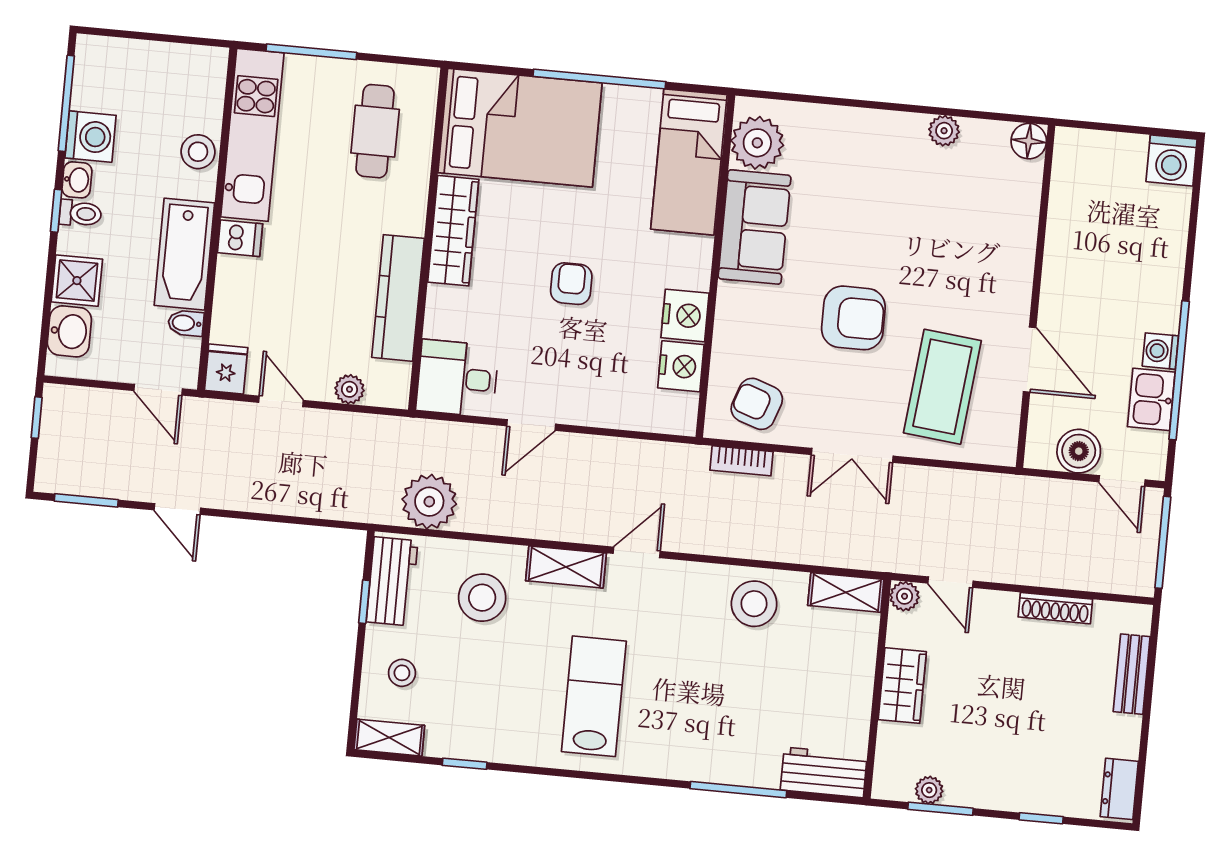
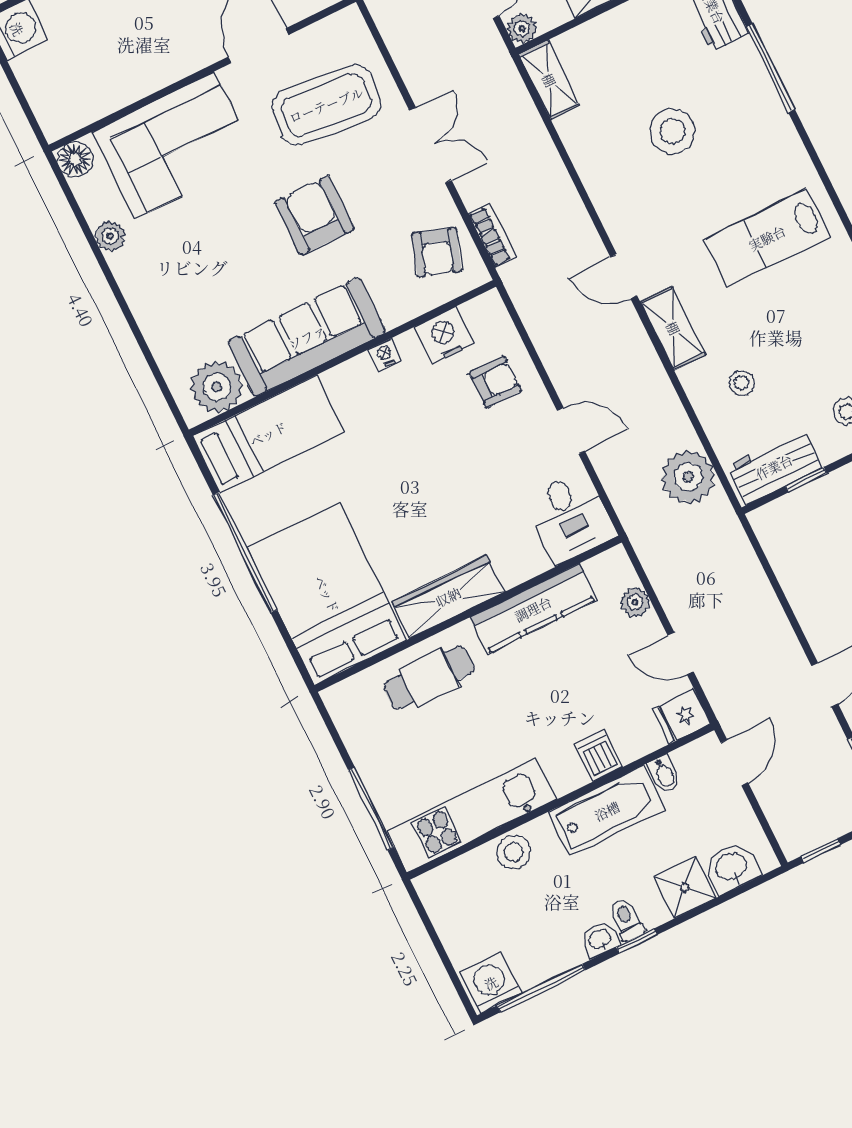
cafe table: (375, 131) -> (429, 678), moved
washing machine: (91, 137) -> (491, 983), moved
sofa: (754, 227) -> (307, 337), width x1.36
corner sofa: (988, 235) -> (175, 145), added
dishwasher: (240, 238) -> (599, 756), moved
armchair: (571, 284) -> (495, 382), moved, turned 180
nightstand: (685, 315) -> (385, 355), width x0.53, depth x0.56
door: (281, 401) -> (681, 654), hinge flipped
stool: (482, 598) -> (742, 383), width x0.53, depth x0.53
stool: (754, 604) -> (672, 131), moved

